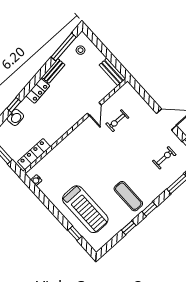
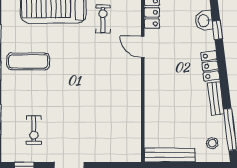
bench: (112, 72) -> (170, 155), width x1.36
door: (94, 109) -> (143, 47), moved
exercise bike: (117, 121) -> (103, 19), moved

